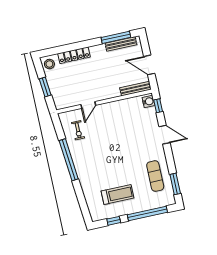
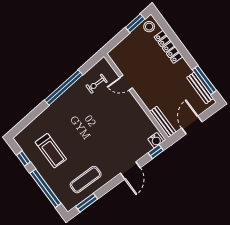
window: (45, 87) -> (135, 23), moved

